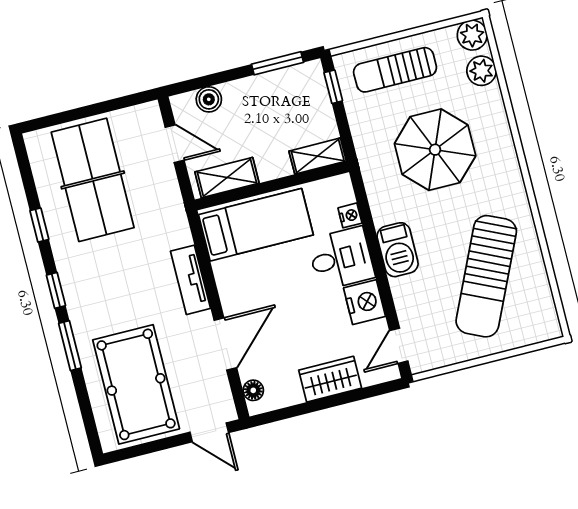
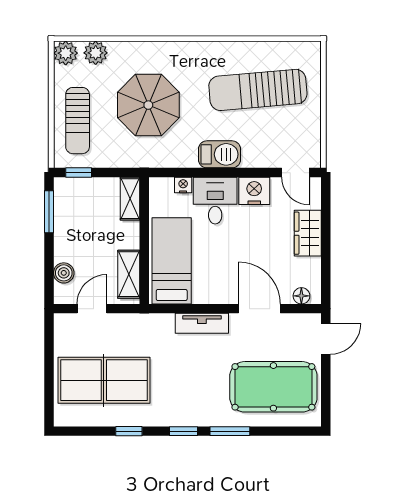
sun lounger: (486, 276) -> (258, 90), turned 150

